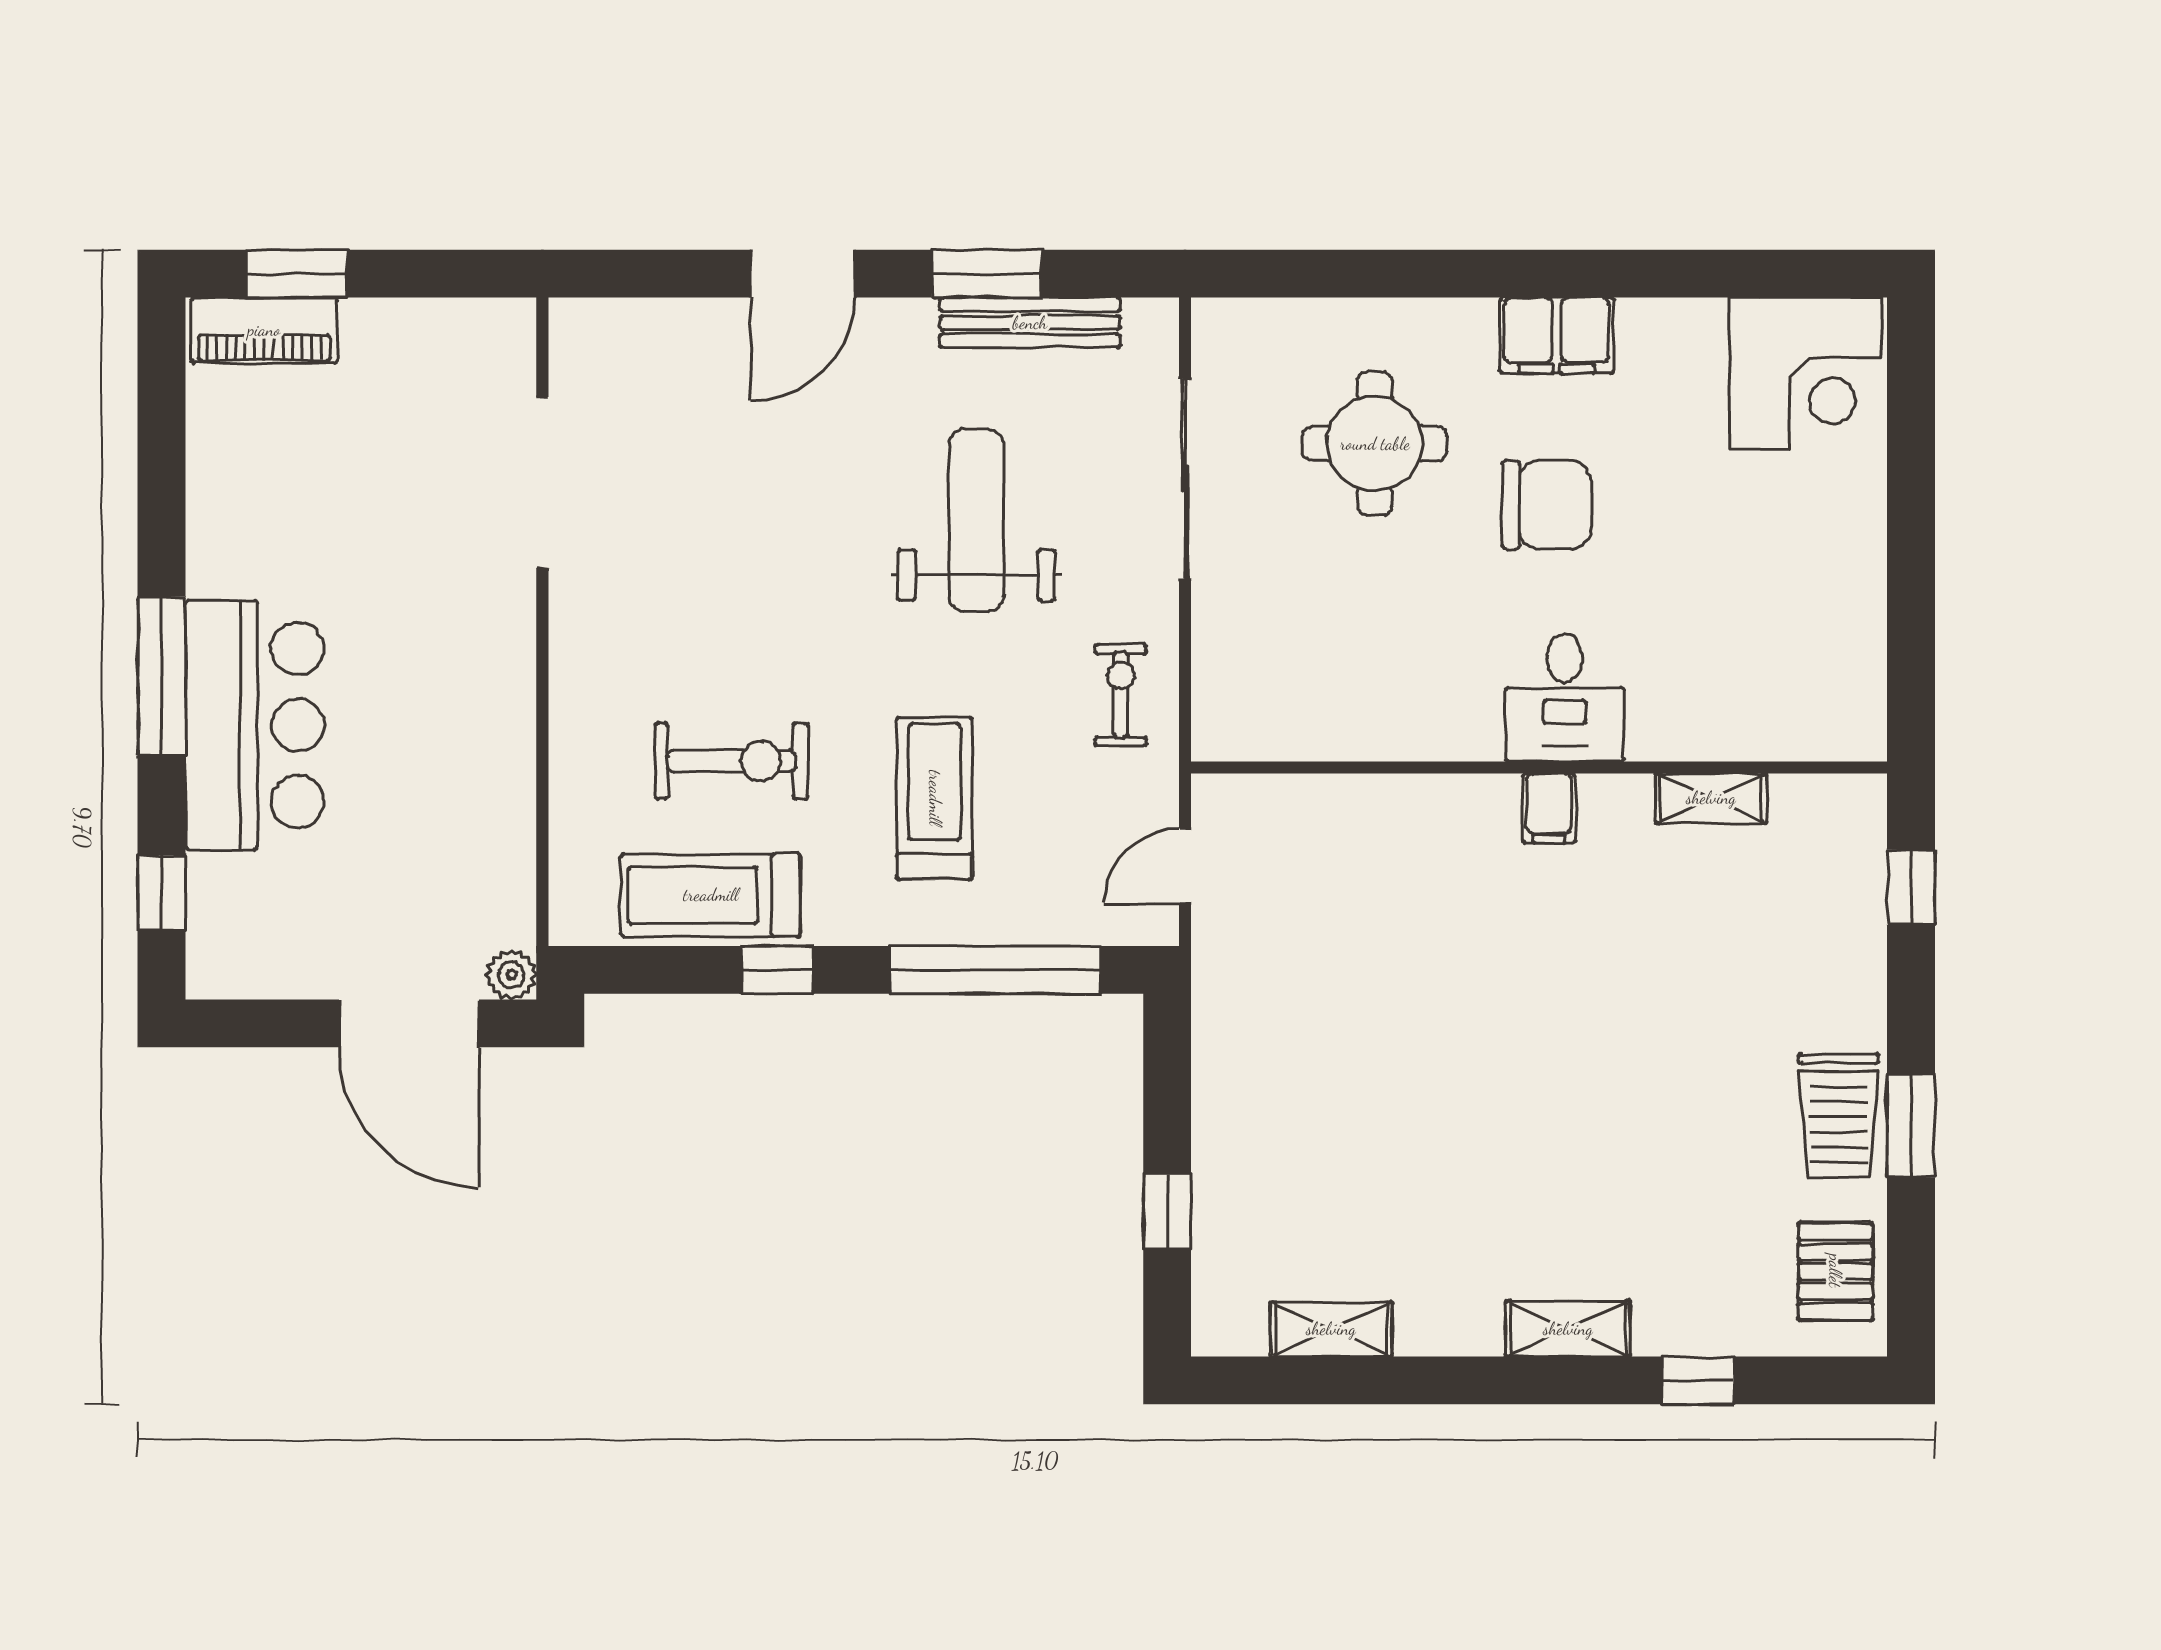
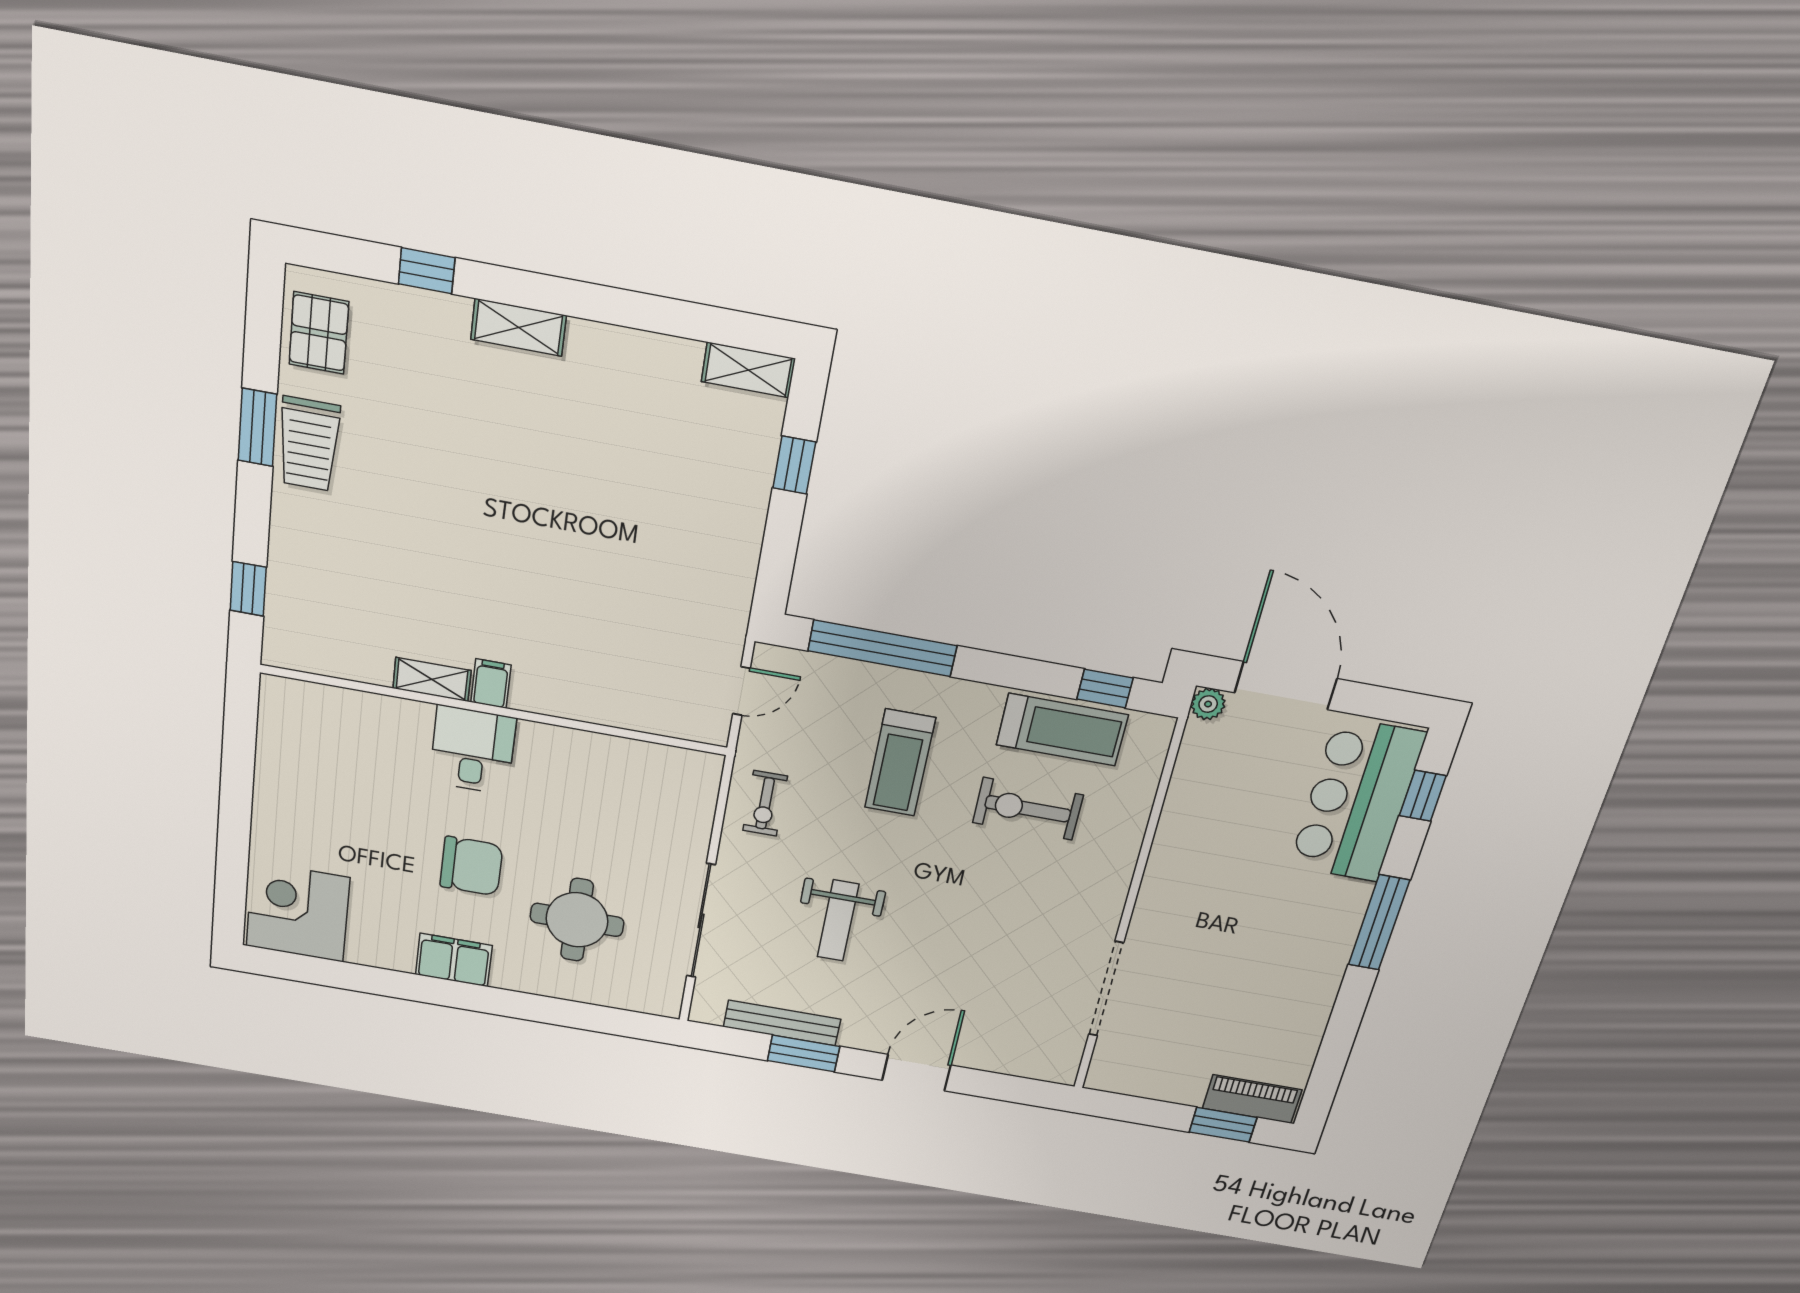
chair: (1547, 505) -> (471, 866), turned 180
weight bench: (976, 520) -> (838, 921), width x0.73, depth x0.75
bar counter: (255, 725) -> (1357, 800), moved
shelving: (1711, 798) -> (432, 679), moved
window: (777, 970) -> (1105, 689), moved
trolley: (1839, 1116) -> (309, 444), turned 180
shelving: (1331, 1329) -> (748, 370), moved

